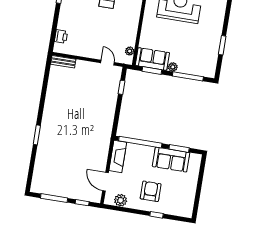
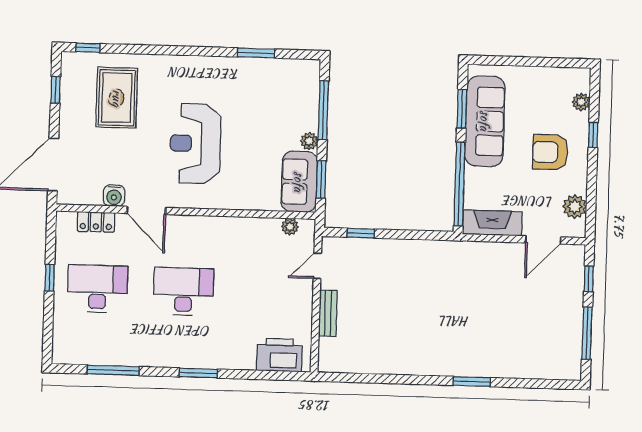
printer: (61, 36) -> (279, 355), width x1.87, depth x1.48
bench: (63, 62) -> (328, 313), moved
sofa: (171, 160) -> (485, 121), width x1.36
plant: (175, 211) -> (581, 102), added

